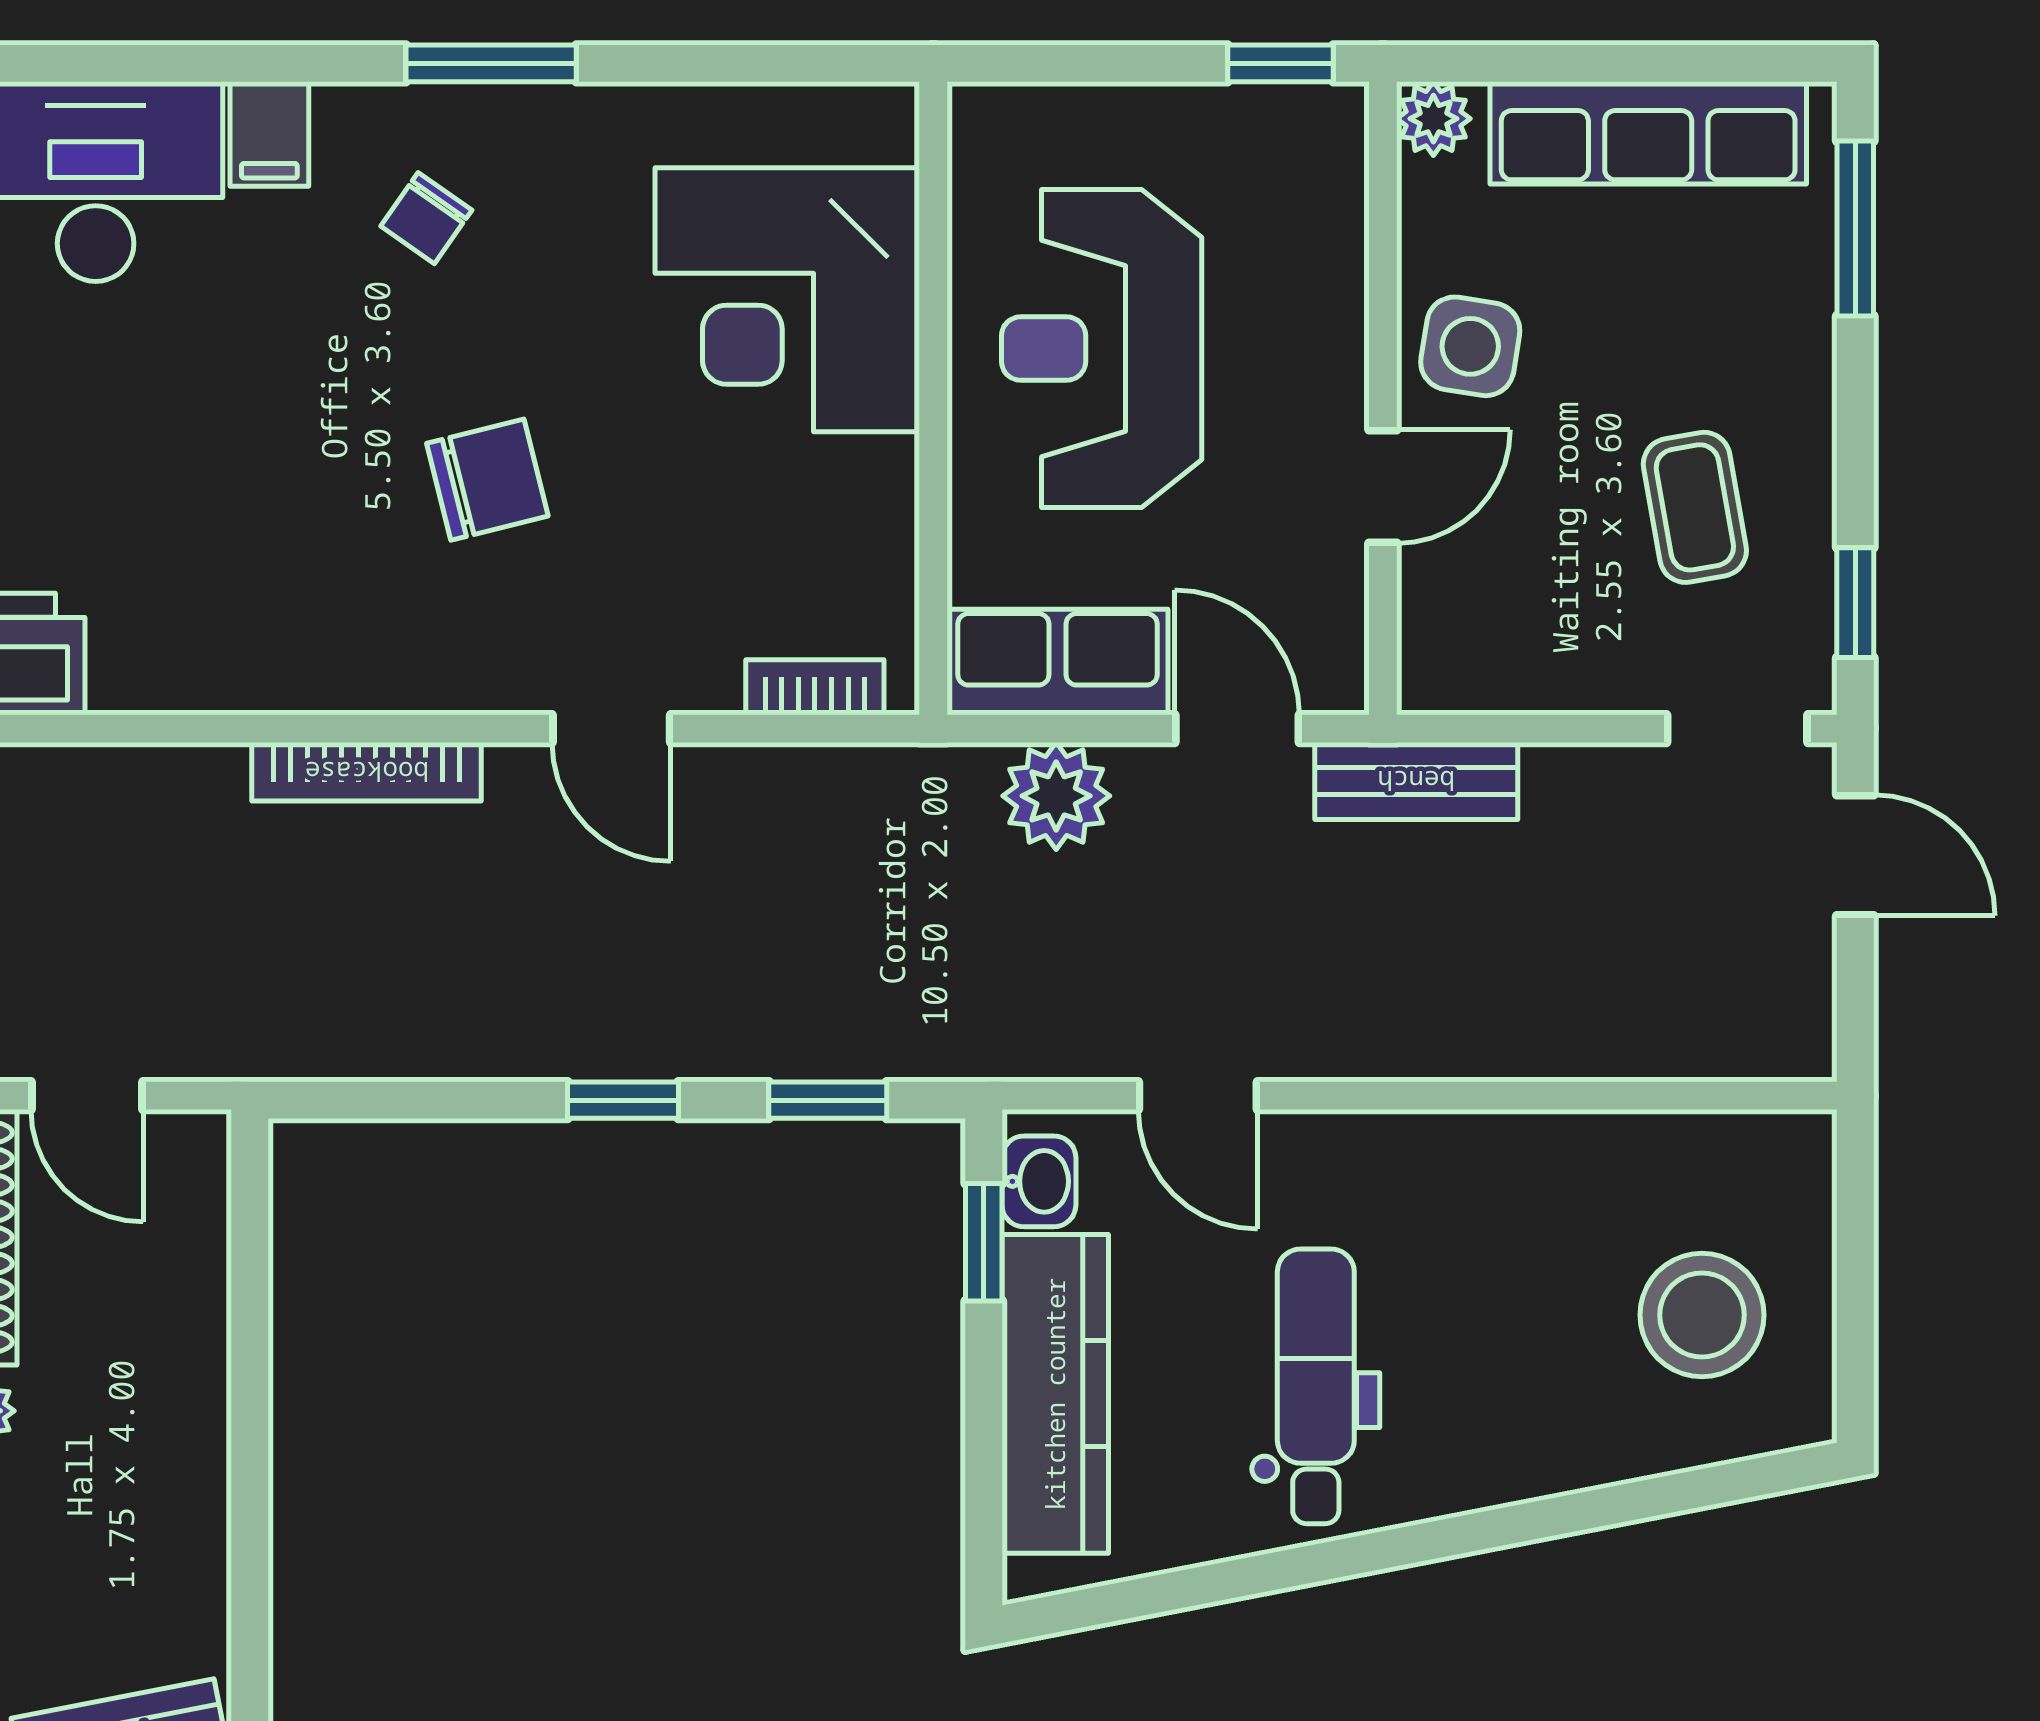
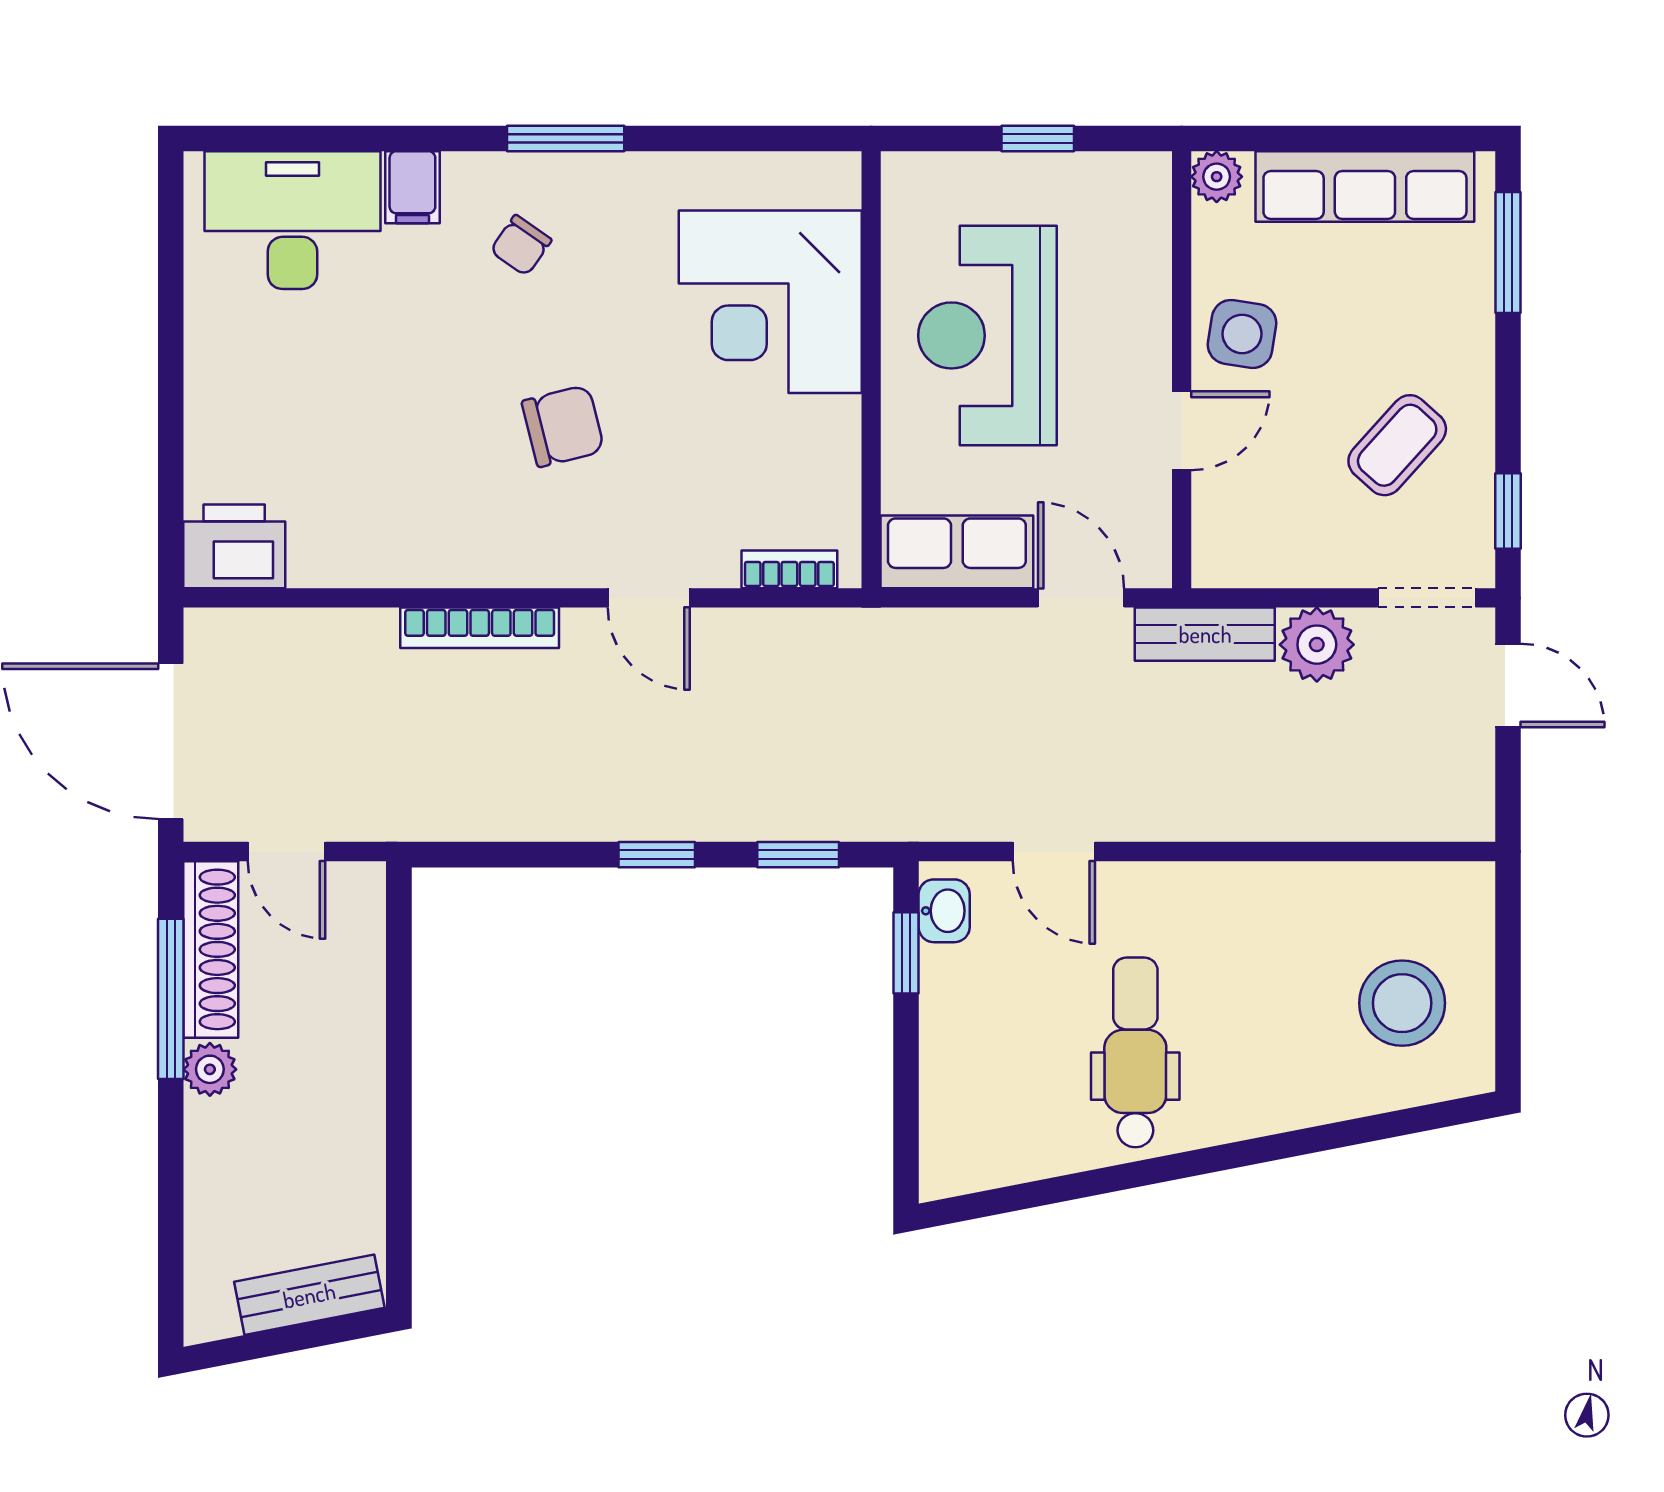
window: (1281, 63) -> (1038, 138), moved
coffee table: (1695, 507) -> (1397, 445), turned 52
plant: (1056, 796) -> (1317, 645), moved
kitchen counter: (1055, 1394) -> (955, 1058), removed

